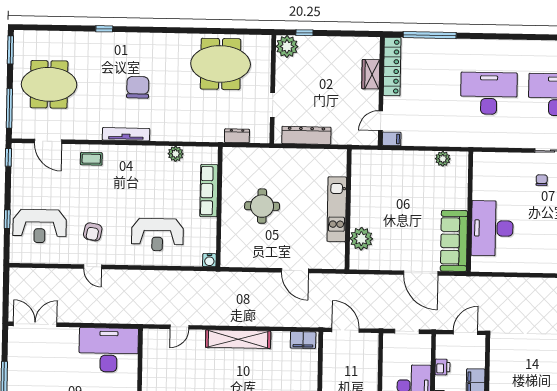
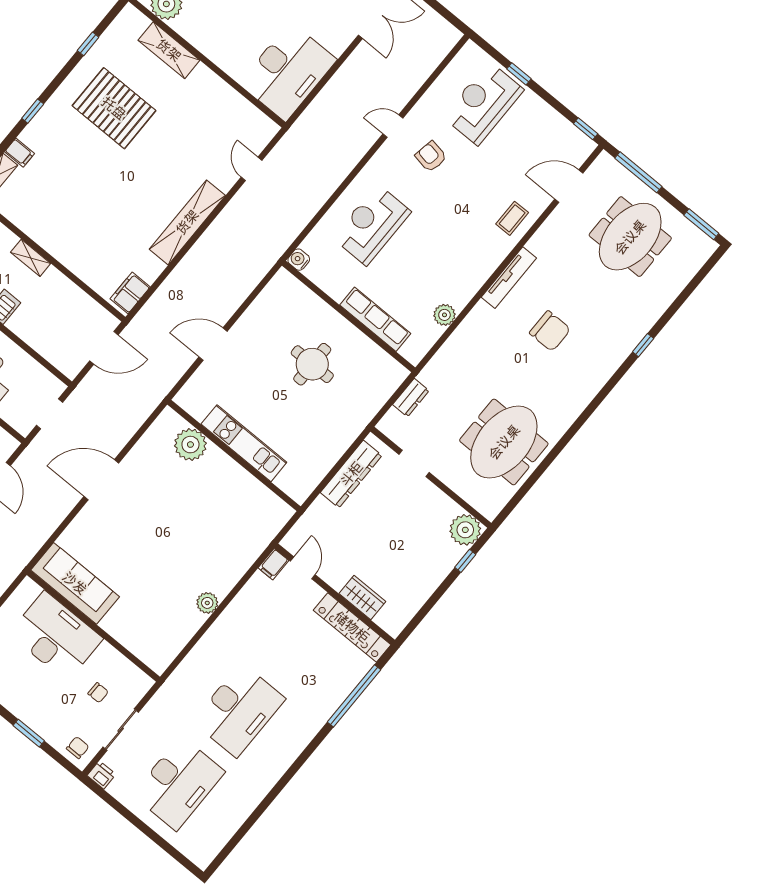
wall: (470, 212) -> (93, 626), moved
desk: (492, 228) -> (56, 636), moved
sofa: (454, 241) -> (75, 583), moved

